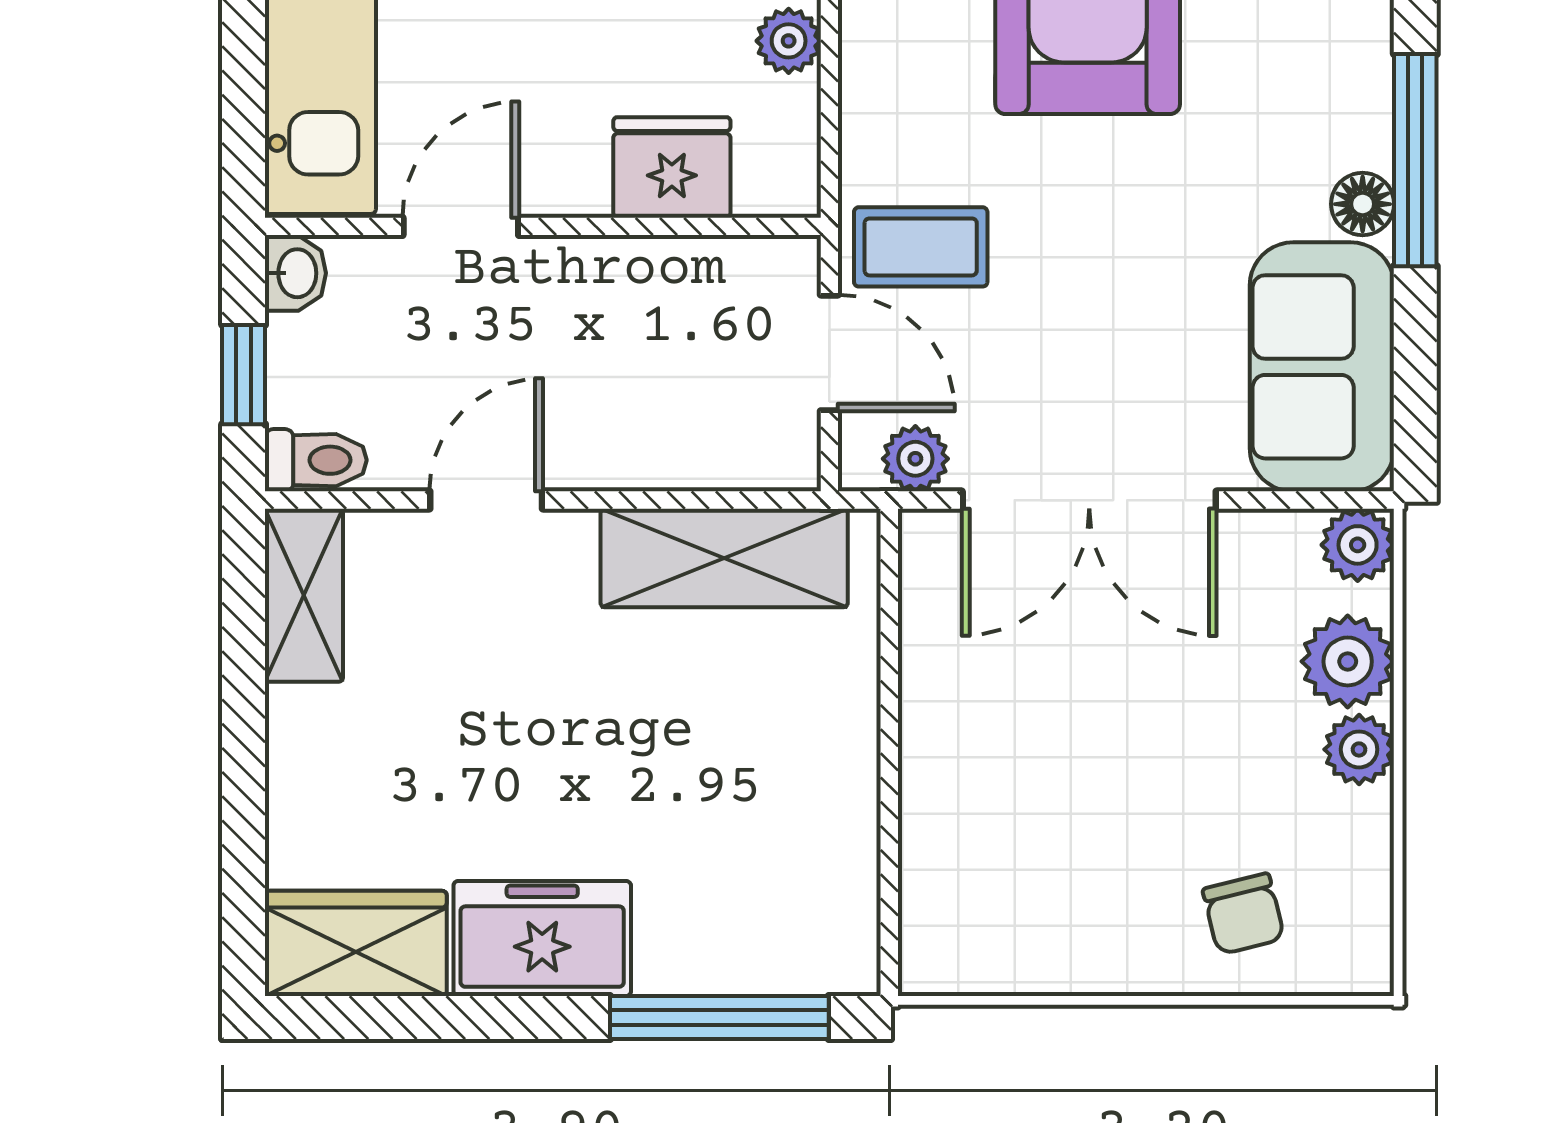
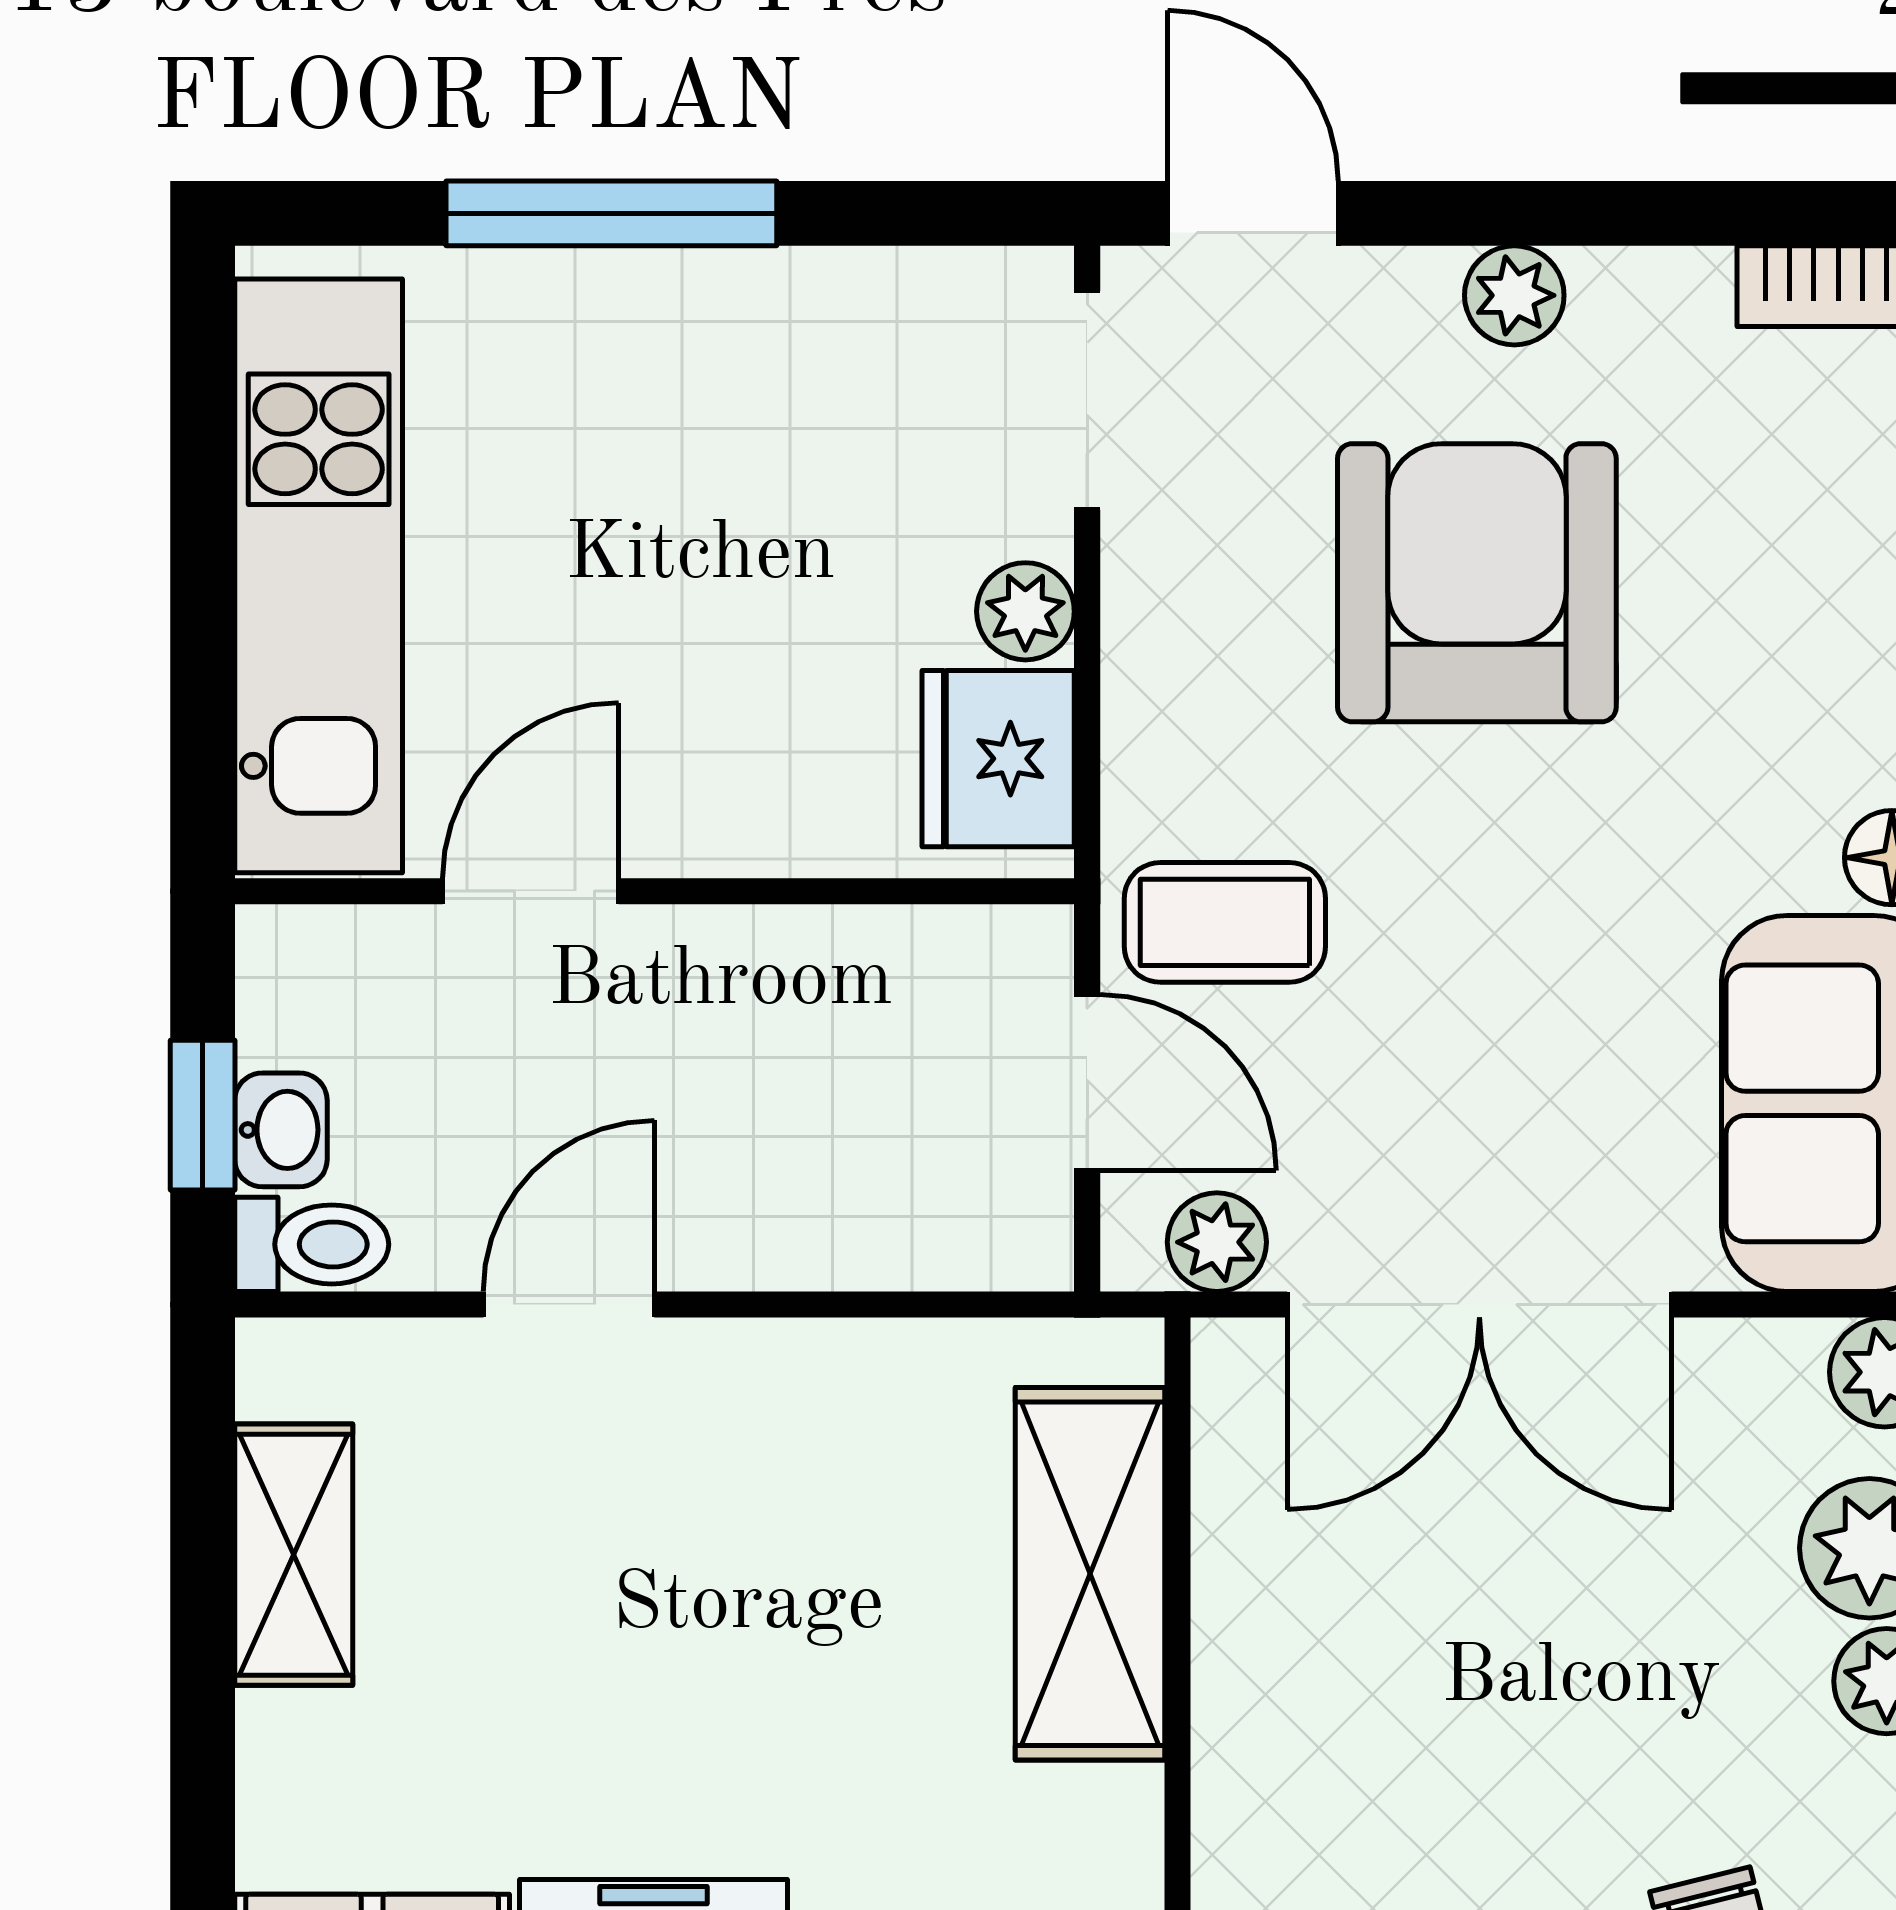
fridge: (672, 167) -> (998, 759), moved, turned -90
washbasin: (295, 273) -> (281, 1130), moved
shelving: (724, 558) -> (1090, 1574), moved, turned 90
shelving: (304, 595) -> (294, 1555), moved

